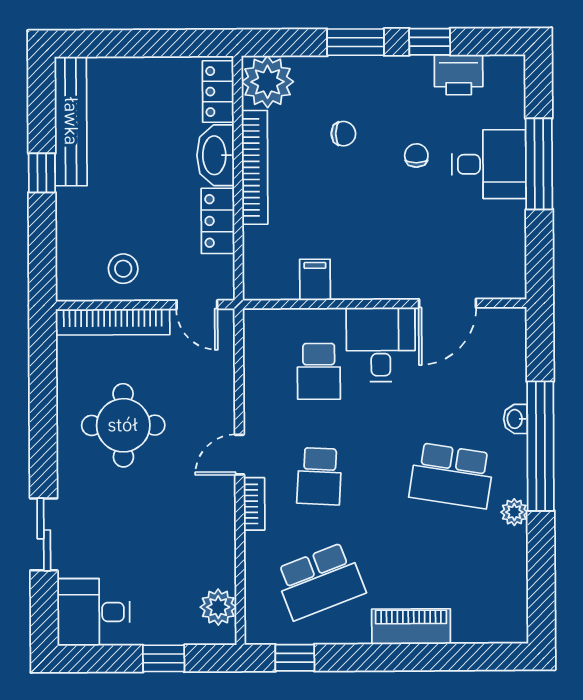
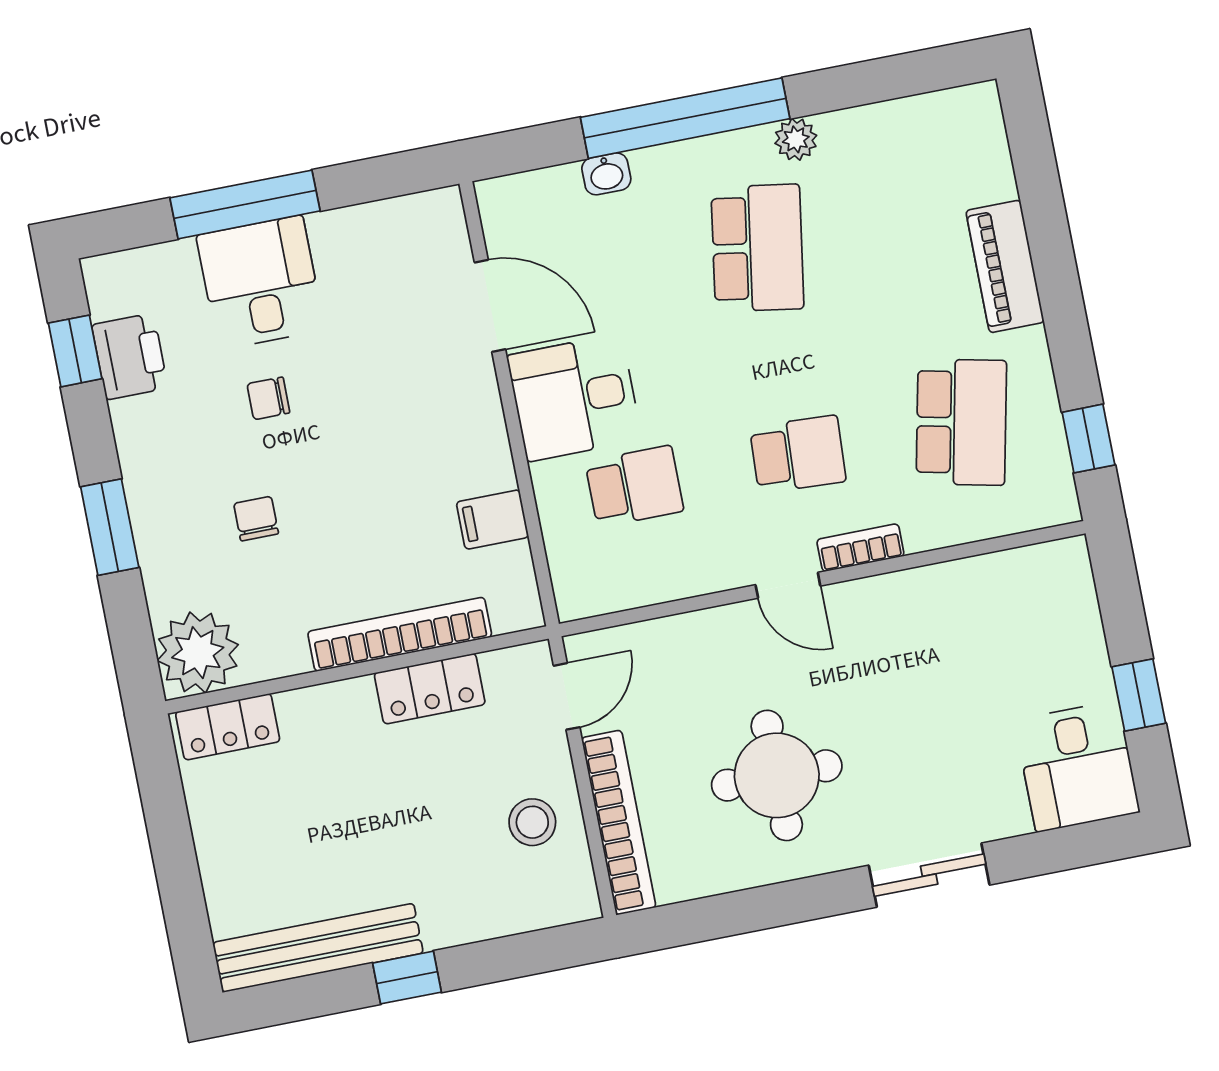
window: (430, 42) -> (75, 351), moved
washbasin: (215, 155) -> (328, 712), removed
bookcase: (255, 167) -> (400, 634), moved
washbasin: (515, 419) -> (606, 174), moved
sliding door: (44, 534) -> (929, 875), moved
school desk: (320, 581) -> (961, 422), turned 33
plant: (218, 607) -> (1032, 573), removed
window: (164, 658) -> (1139, 695), moved

